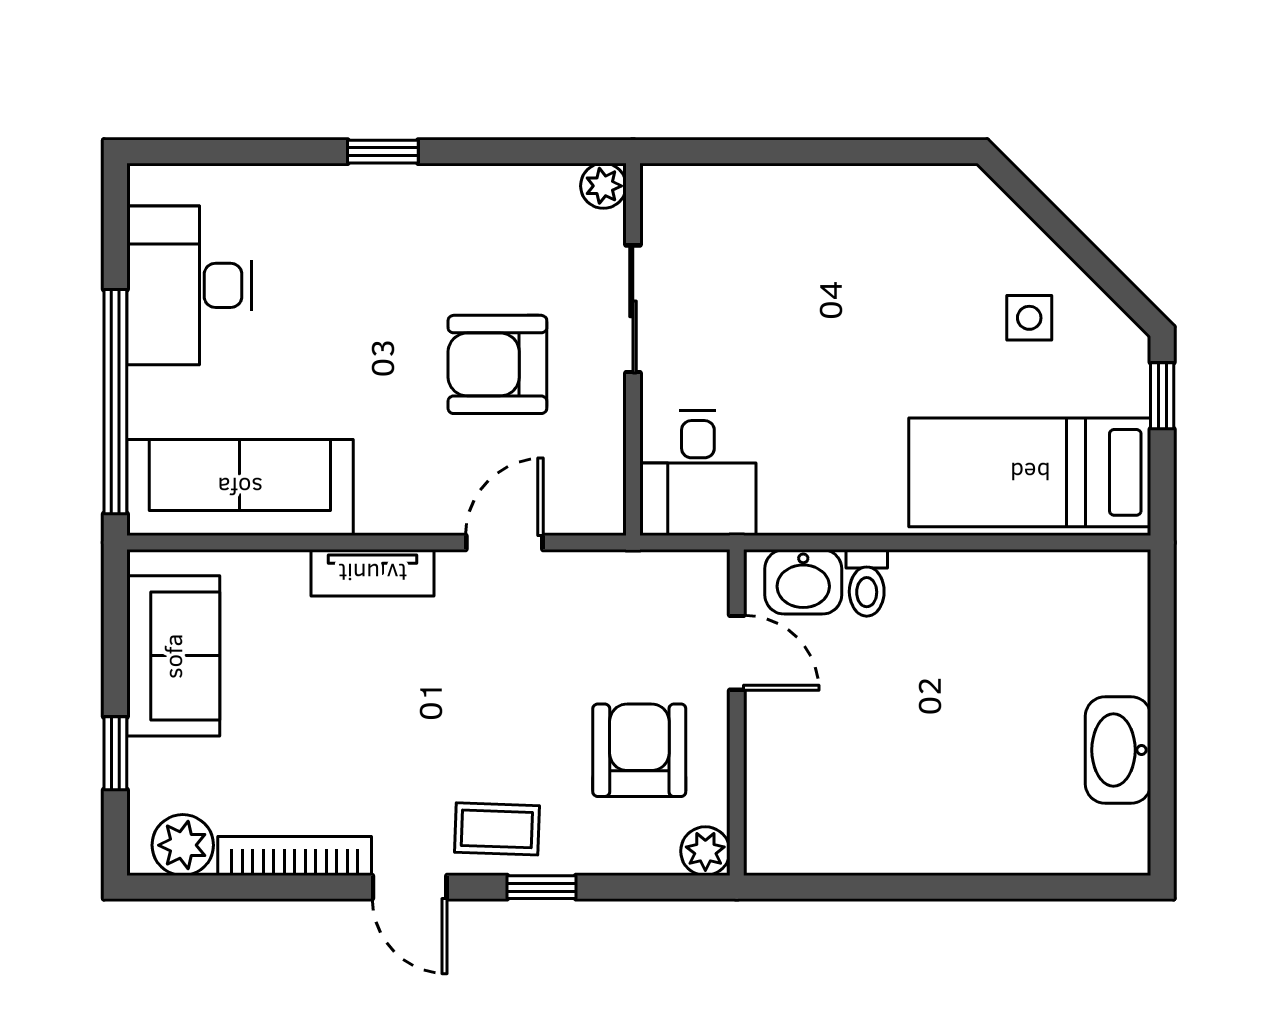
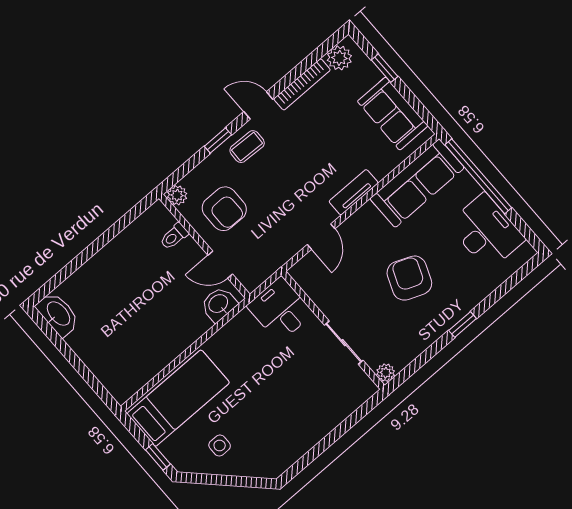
armchair: (497, 364) -> (409, 278), moved, turned -68
toilet: (867, 583) -> (174, 236), moved, turned -90
washbasin: (1118, 750) -> (58, 314), moved

